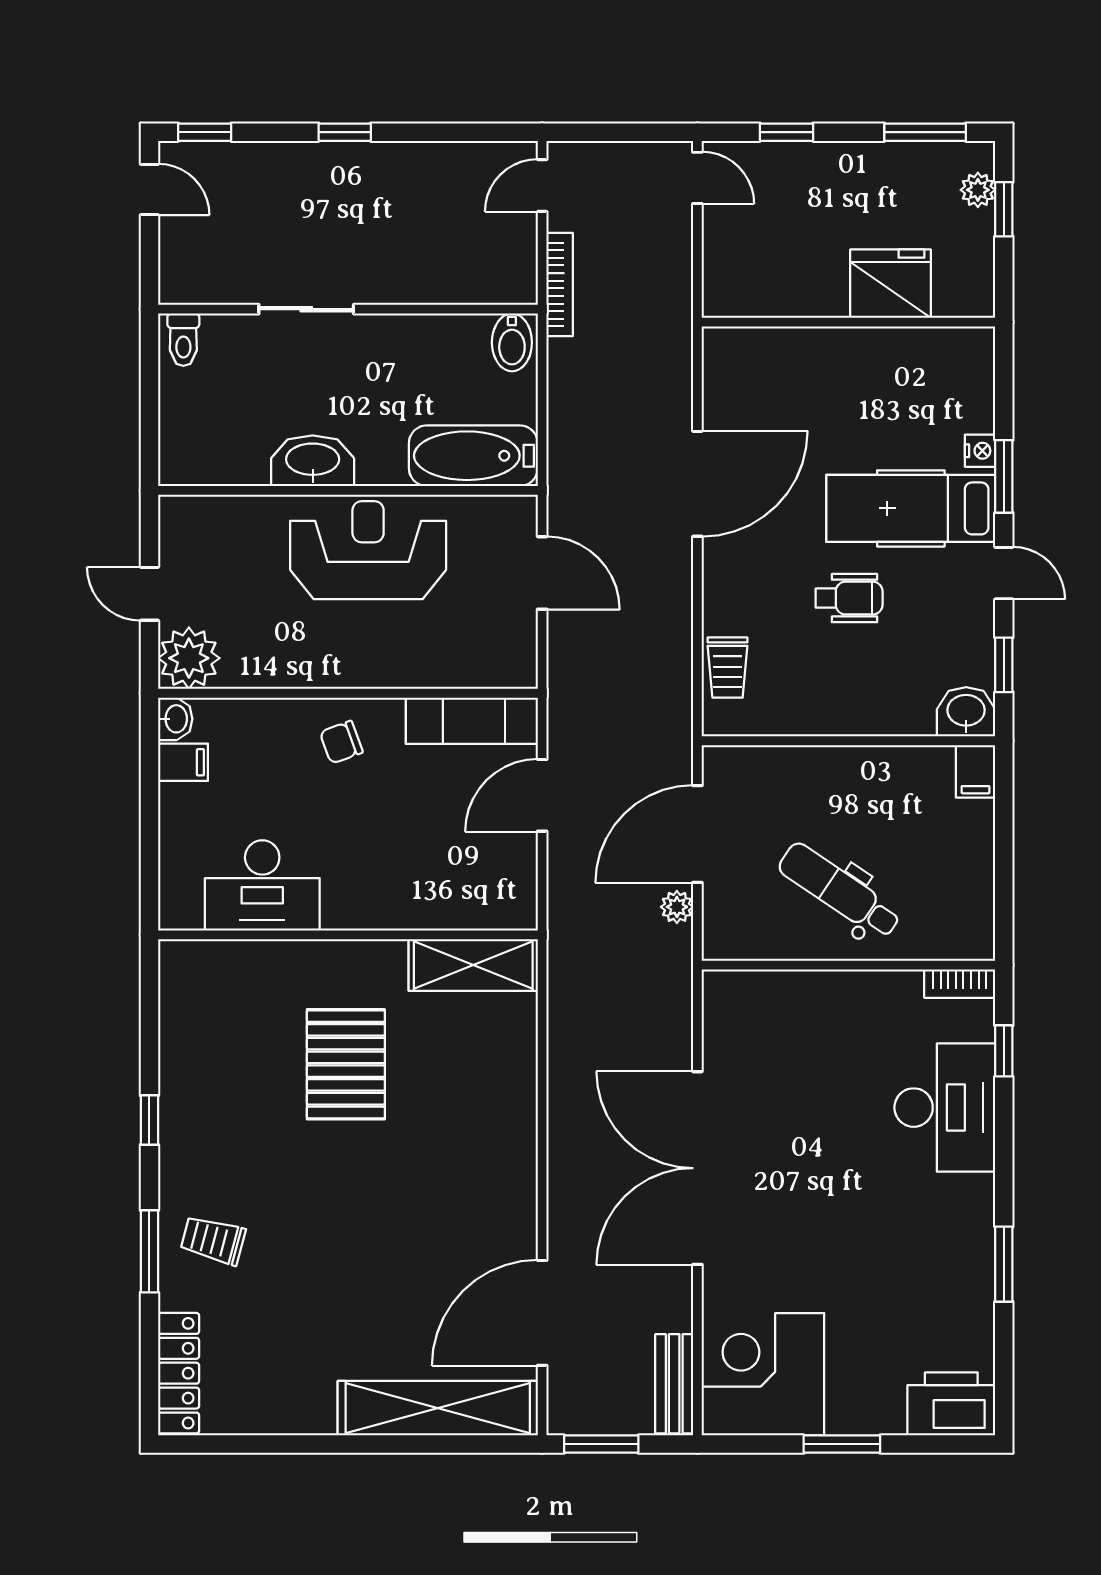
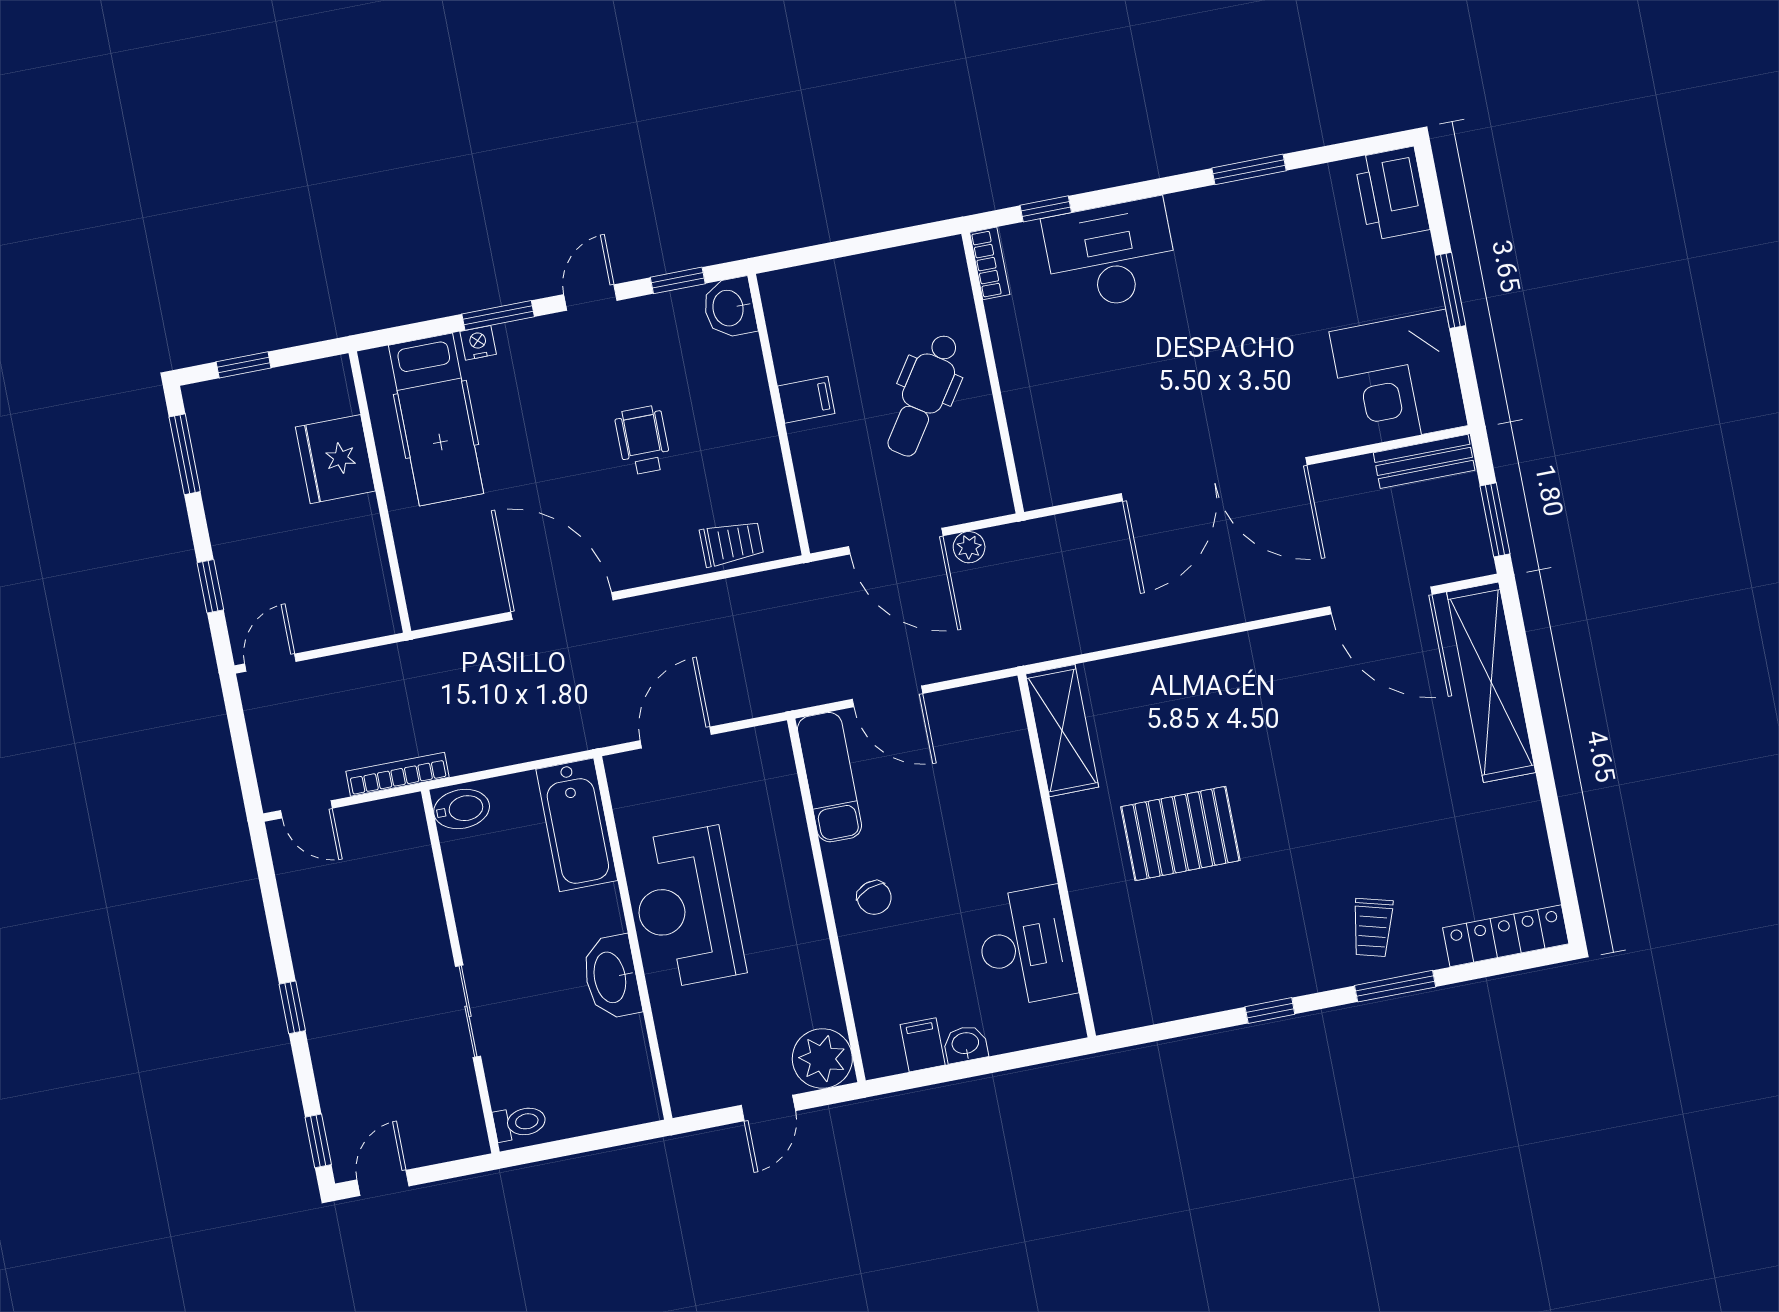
plant: (978, 190) -> (230, 393), removed
hospital bed: (911, 508) -> (436, 419), moved
washbasin: (175, 719) -> (966, 1044), moved
filing cabinet: (975, 771) -> (806, 400), moved

